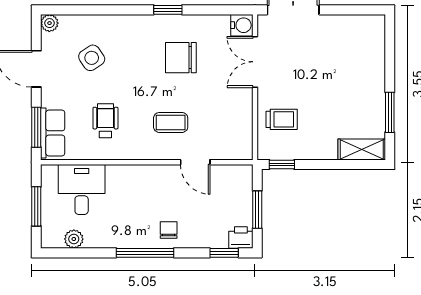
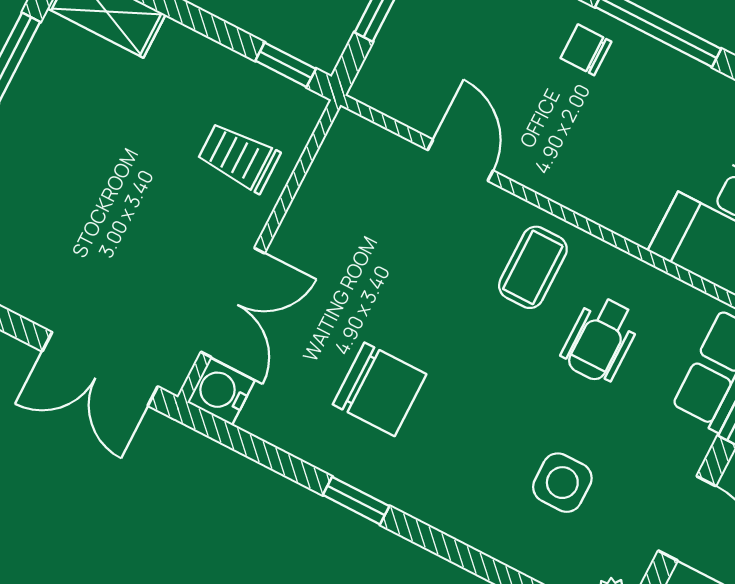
side table: (92, 58) -> (562, 483), turned 34
coffee table: (171, 122) -> (533, 267), moved, turned 90
chair: (169, 230) -> (586, 50), turned 90

